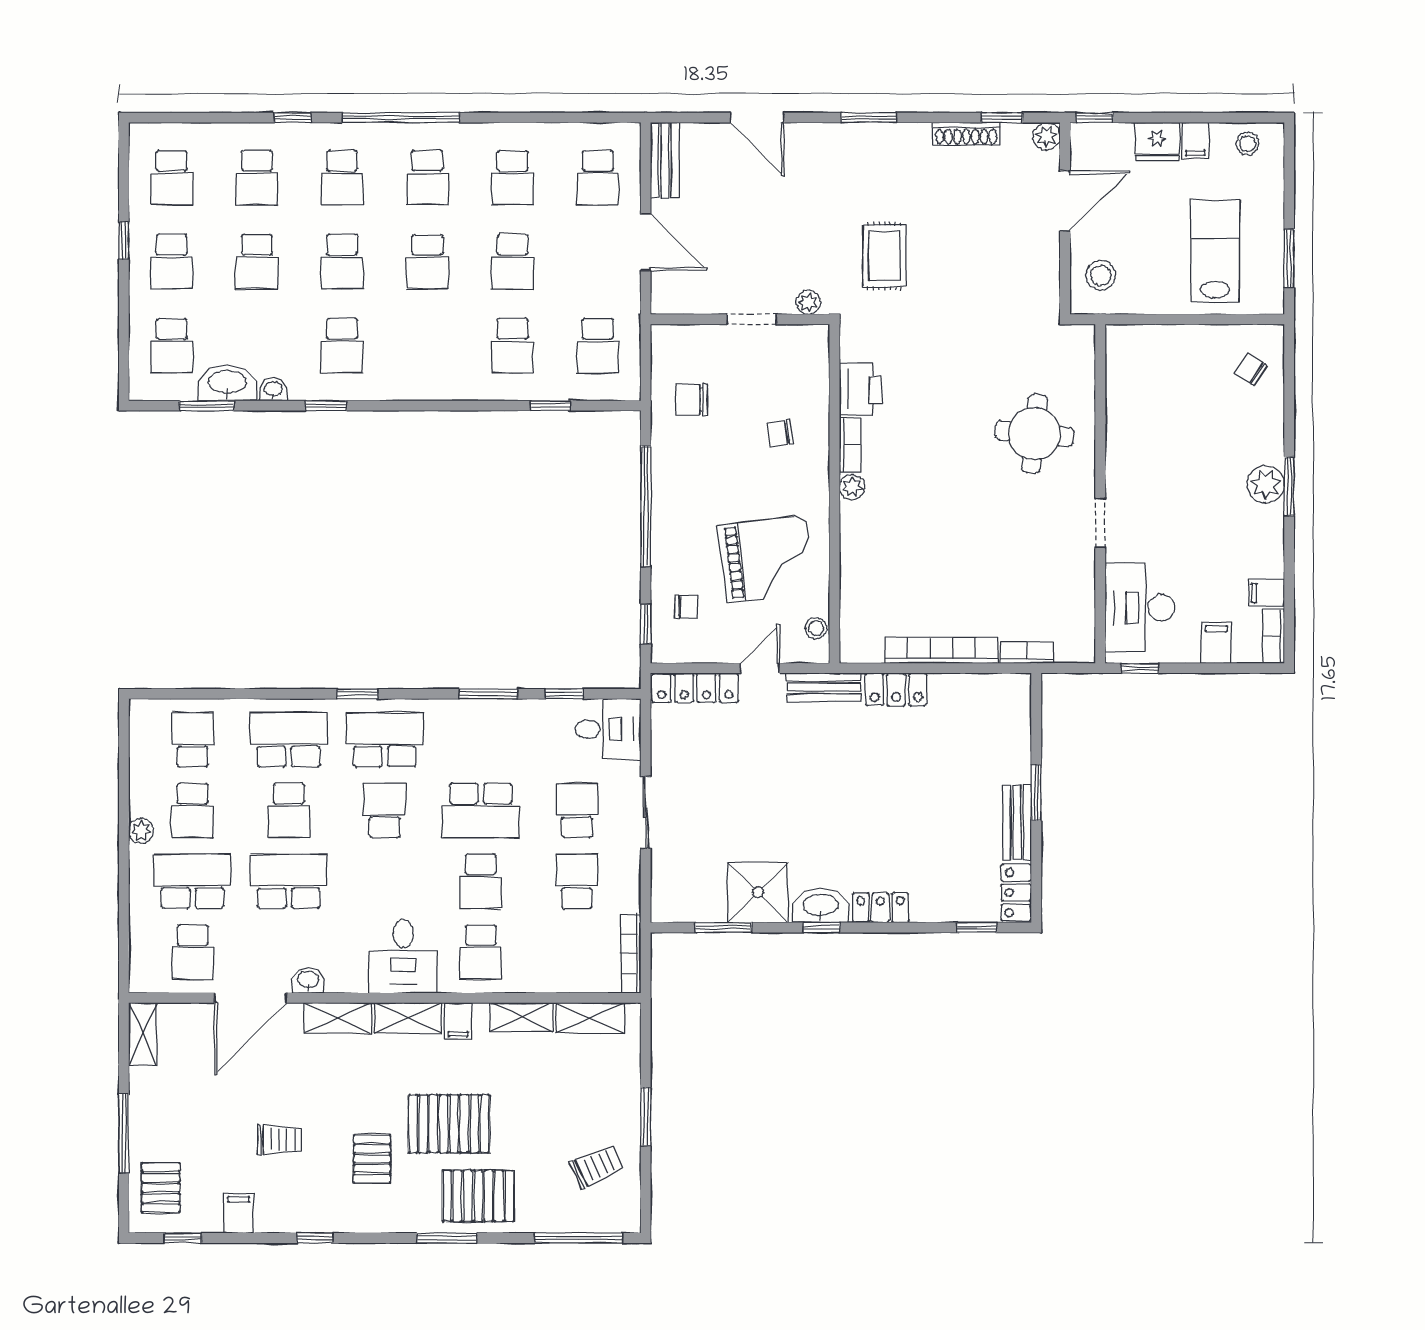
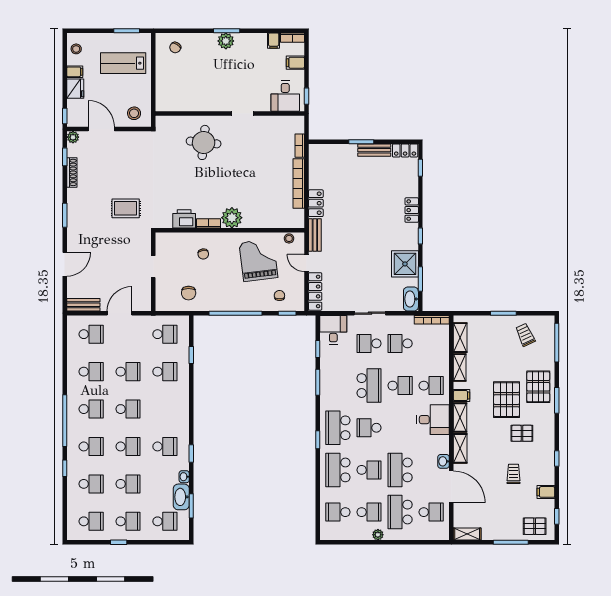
plant: (808, 302) -> (146, 242), removed
plant: (852, 487) -> (232, 218), width x1.88, depth x1.88
desk: (1140, 608) -> (285, 96), width x0.73
washbasin: (821, 906) -> (411, 299), moved

